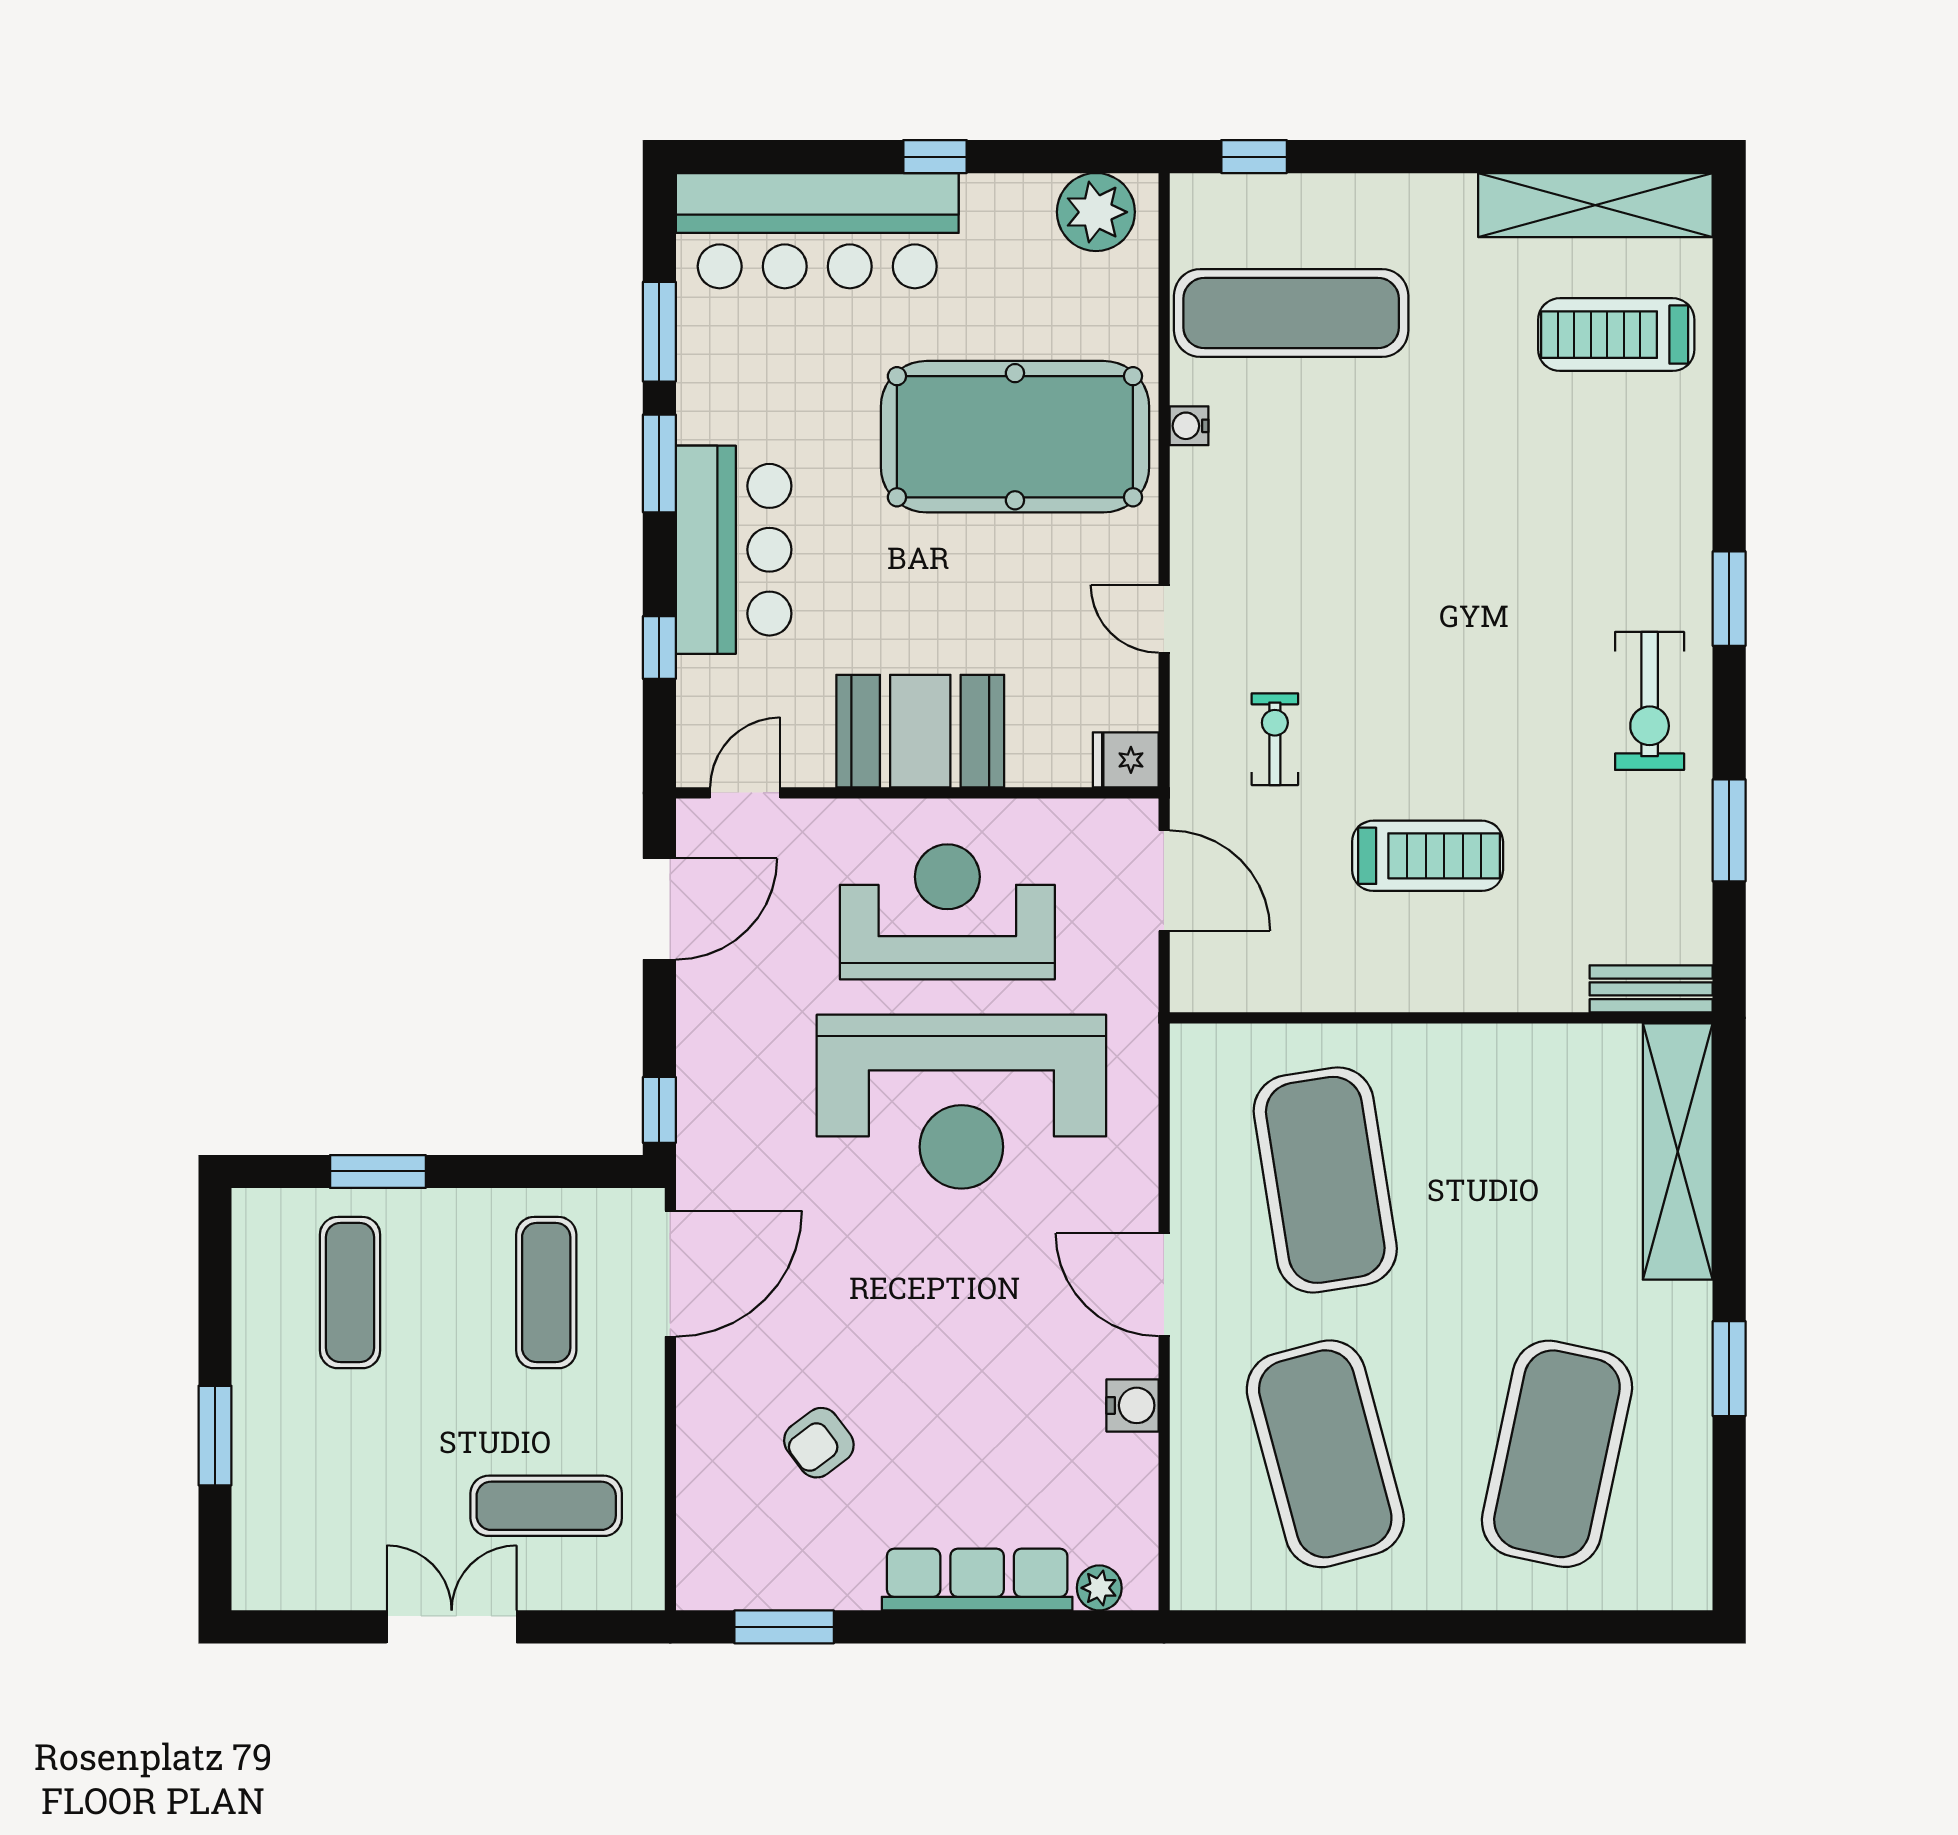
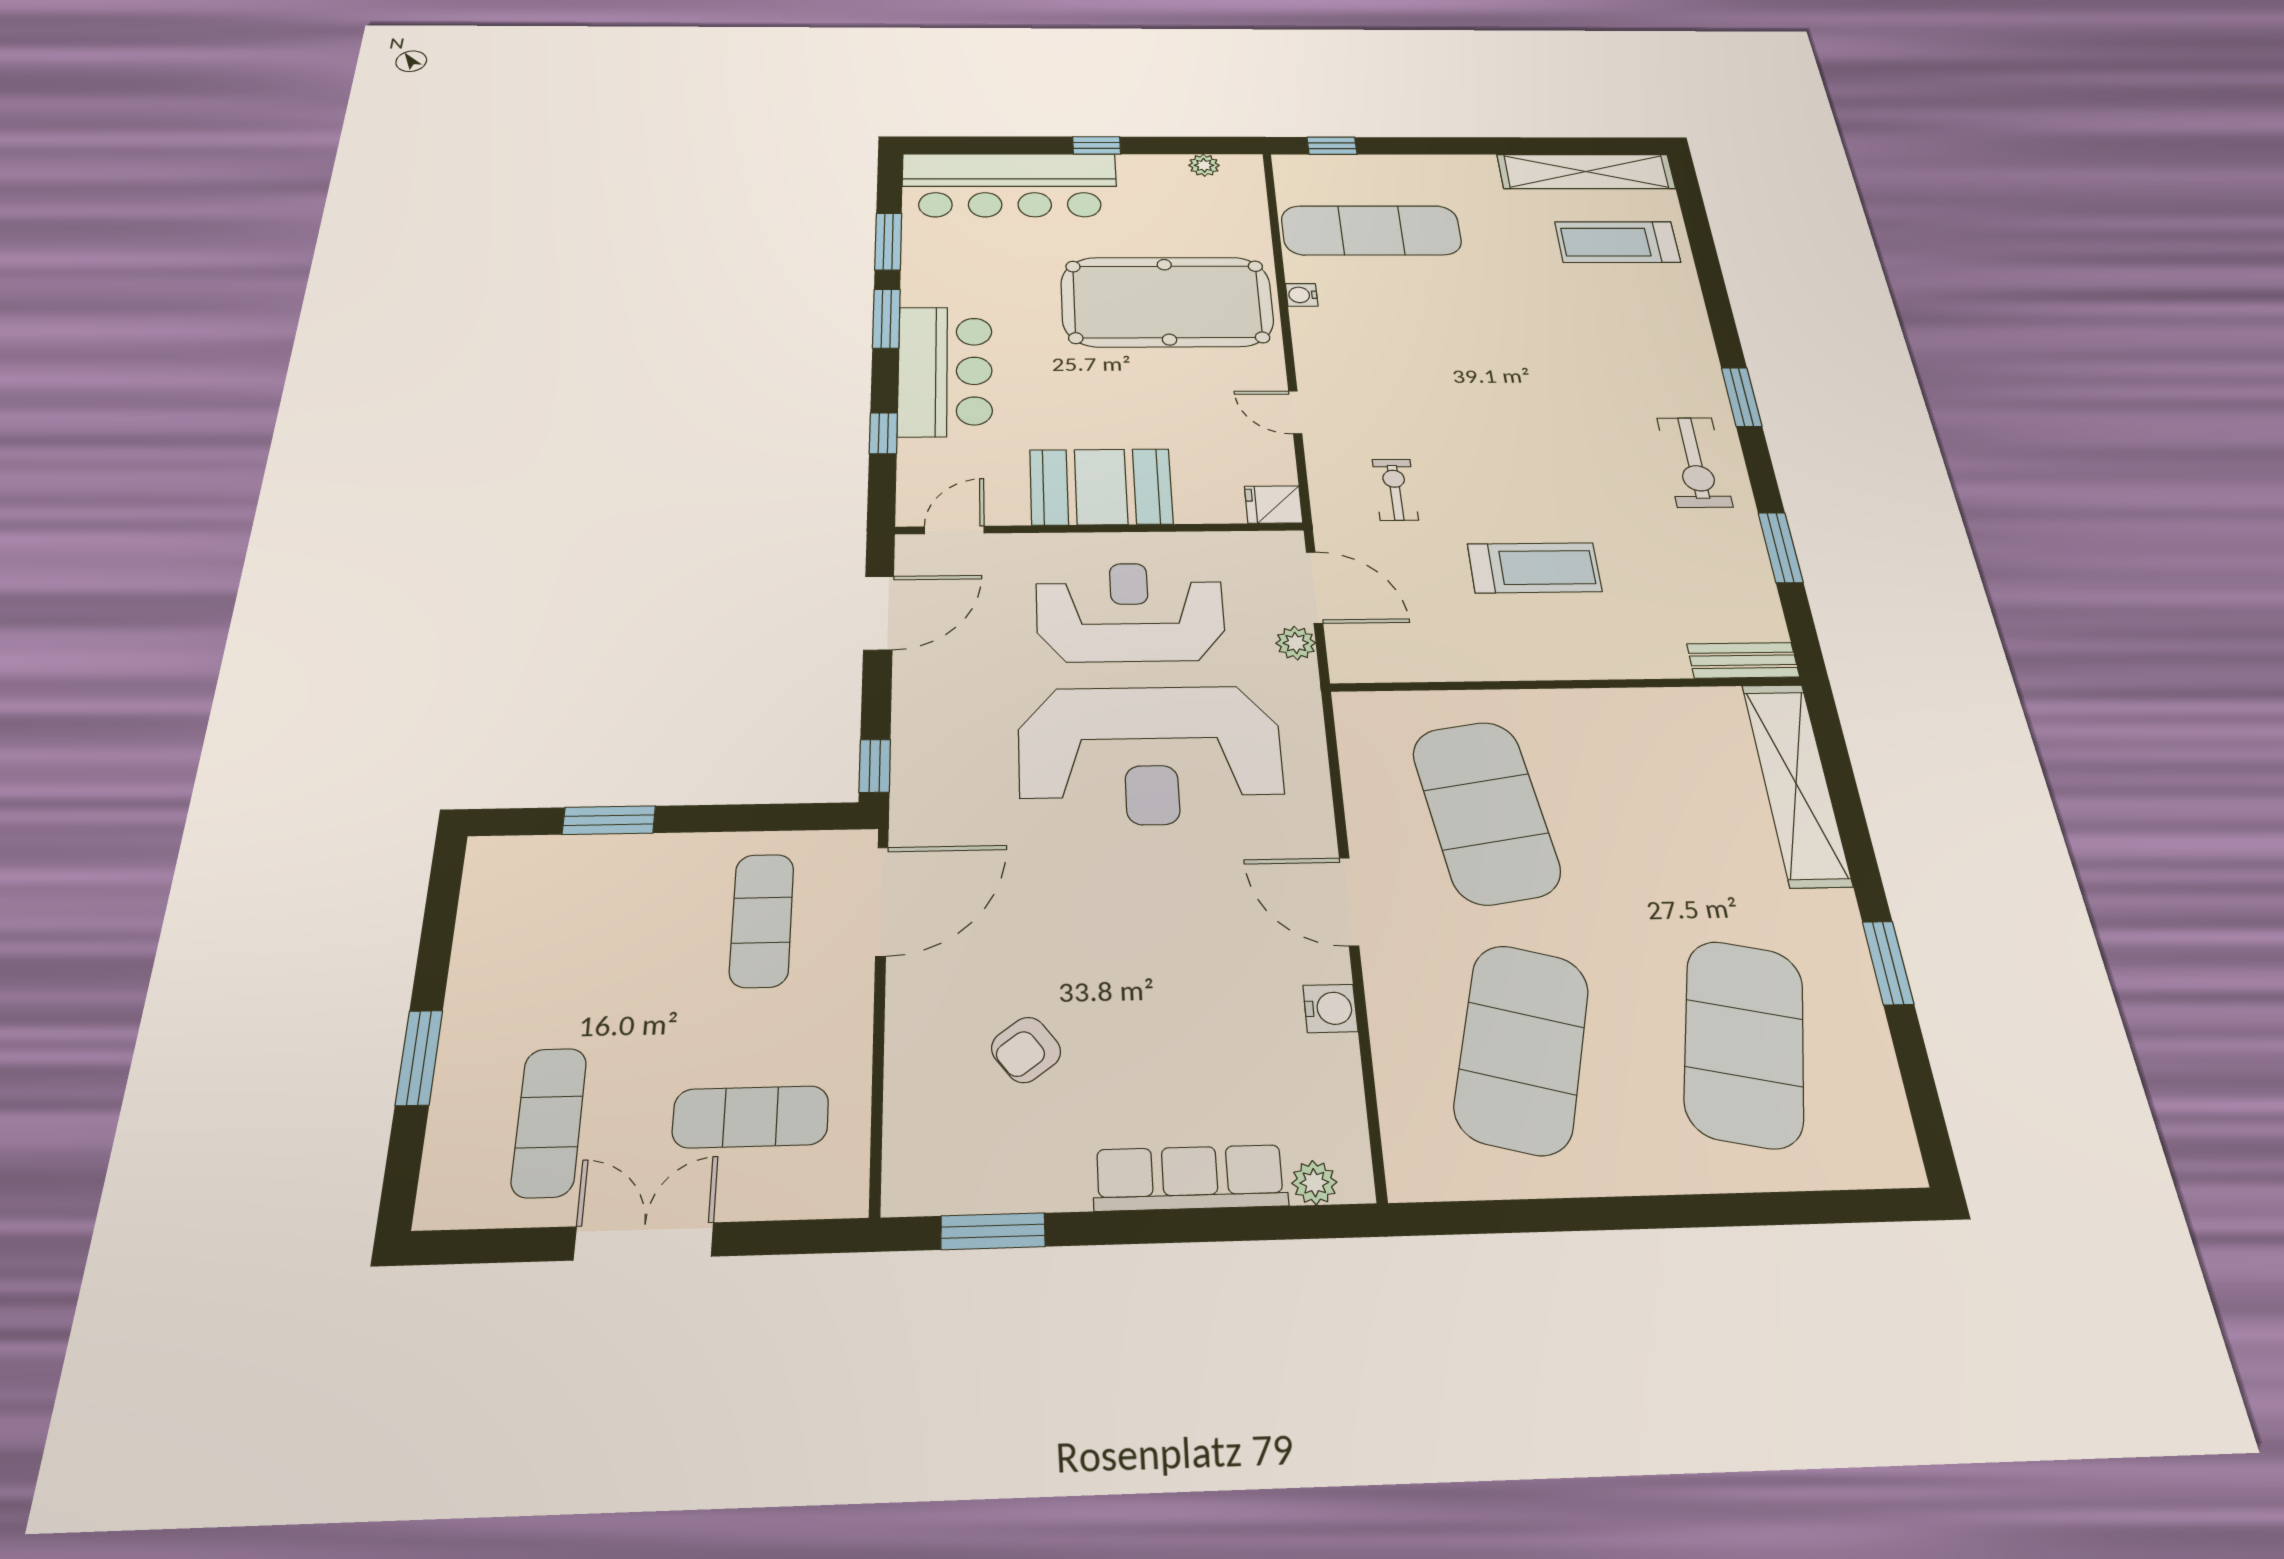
plant: (1096, 212) -> (1204, 165), width x0.53, depth x0.53
plant: (1135, 957) -> (1296, 643), added
exercise mat: (350, 1293) -> (549, 1122), moved
exercise mat: (1325, 1454) -> (1522, 1048), turned 30

